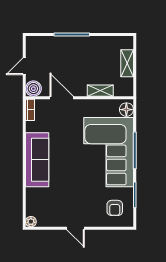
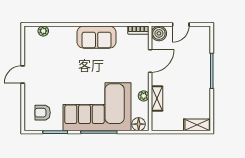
shelving: (127, 63) -> (197, 125), moved
door: (24, 66) -> (181, 25), swing flipped
plant: (97, 104) -> (144, 96), added
sofa: (37, 160) -> (97, 37), width x0.73
plant: (31, 222) -> (43, 31), moved

